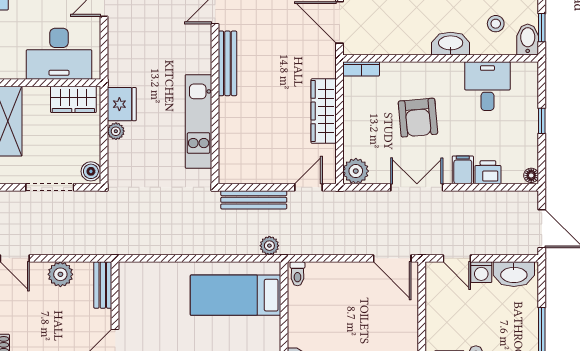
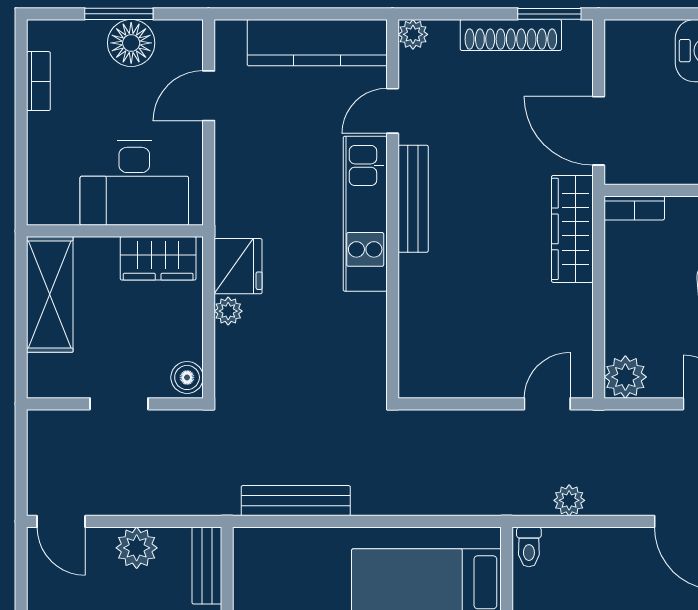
wardrobe: (324, 111) -> (572, 229), moved
kitchen unit: (199, 121) -> (365, 214), moved
doorway: (50, 187) -> (119, 404), width x0.73
bench: (254, 200) -> (296, 501), moved
plant: (269, 246) -> (569, 500), moved

